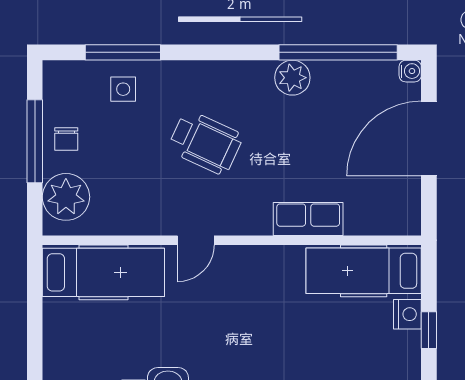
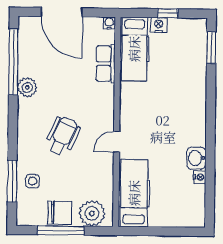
water cooler: (410, 71) -> (109, 23), moved
chair: (66, 139) -> (60, 213), width x1.87, depth x1.87
row of seats: (308, 219) -> (106, 64), moved
door: (196, 240) -> (117, 142), swing flipped

